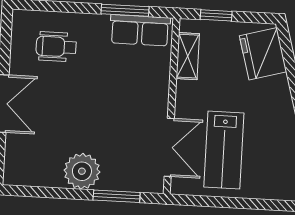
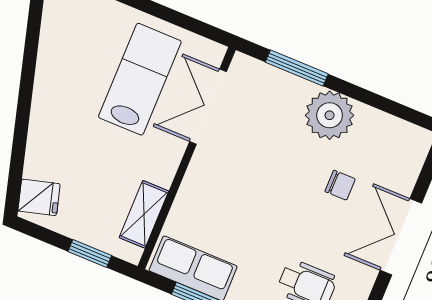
fridge: (263, 54) -> (39, 197), width x0.53, depth x0.75
chair: (57, 125) -> (340, 185), added

